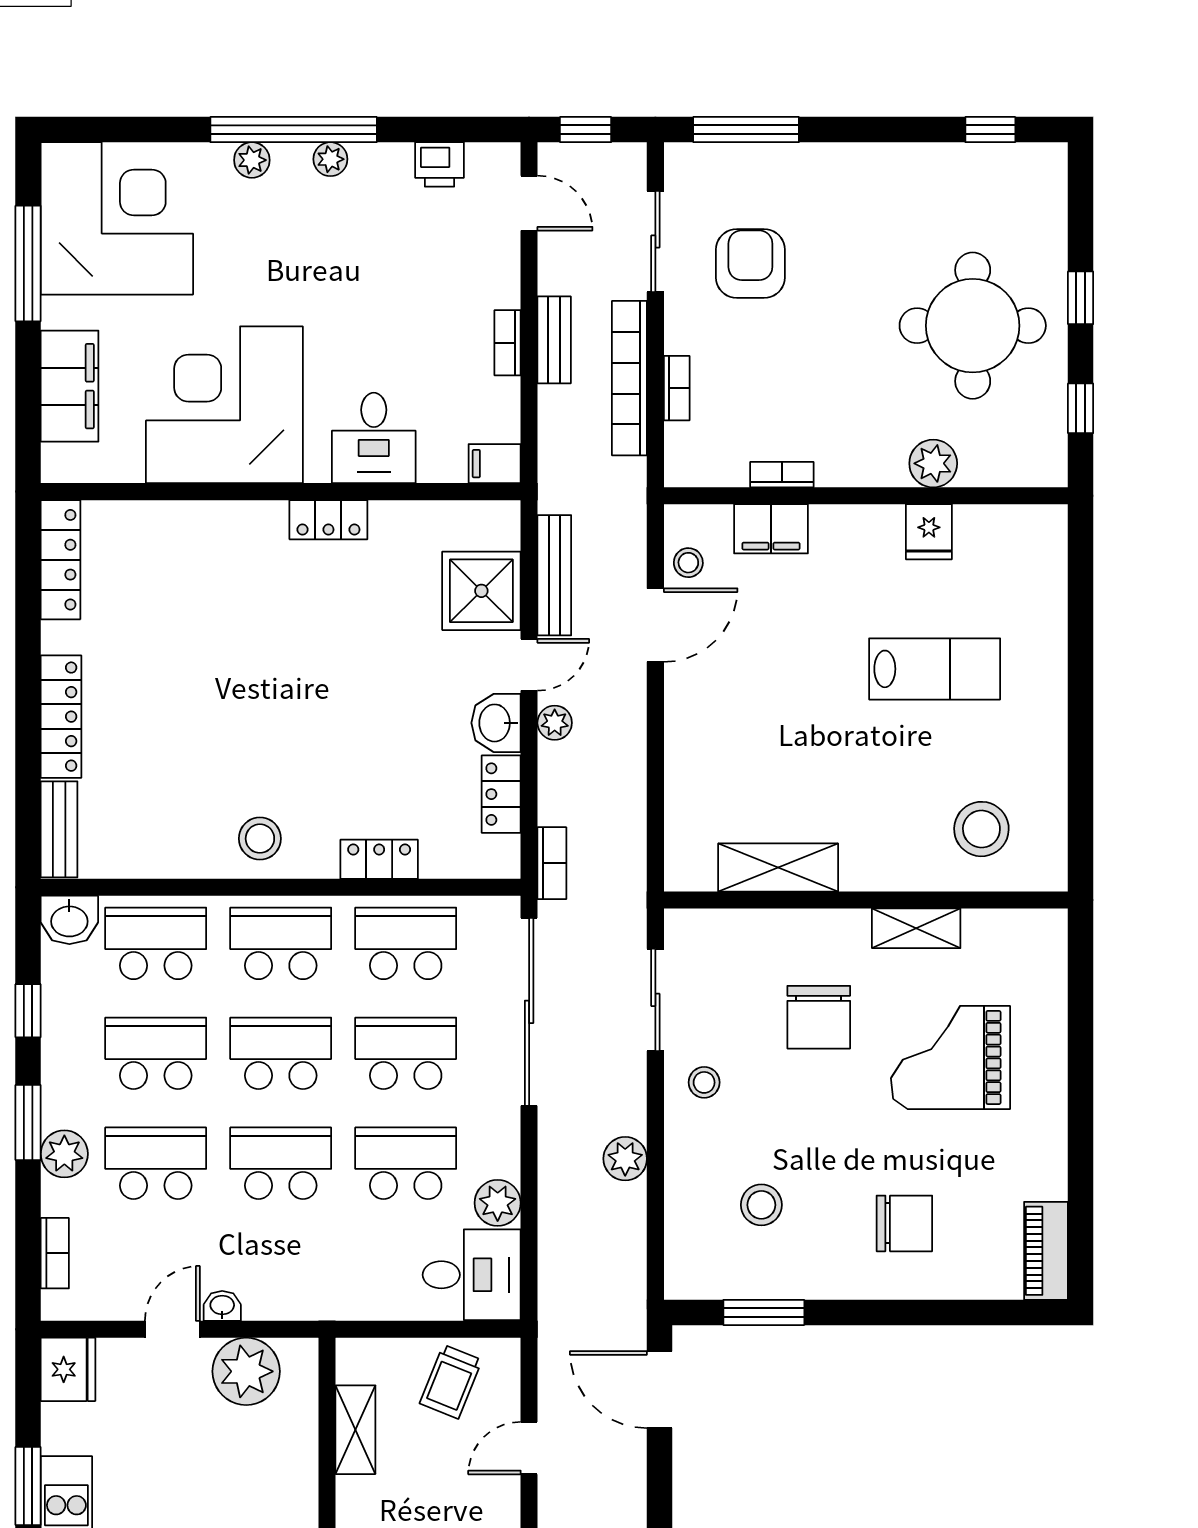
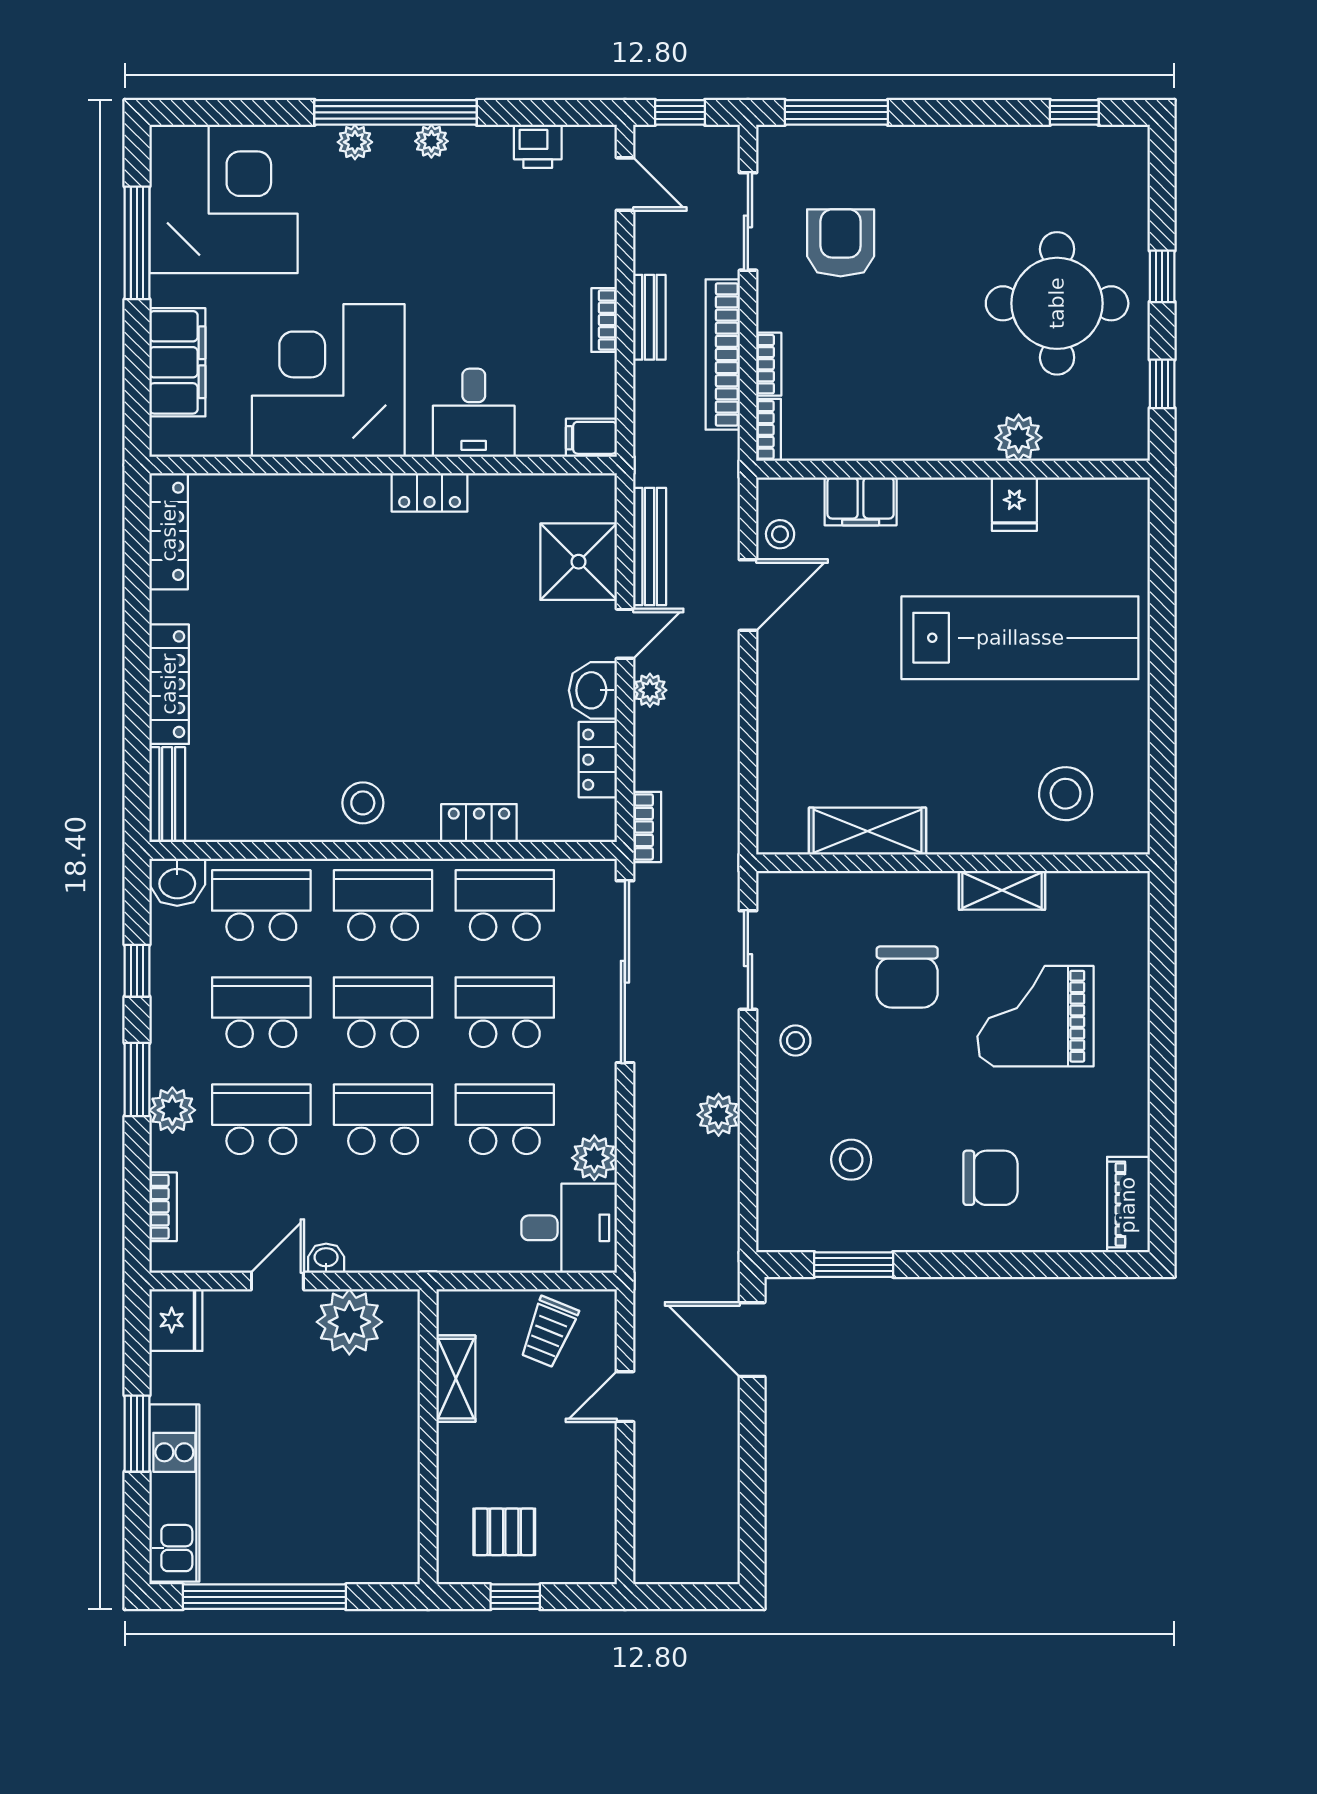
bookcase: (782, 475) -> (769, 430), moved, turned 90
lab bench: (935, 669) -> (1020, 638), width x1.86, depth x1.39

